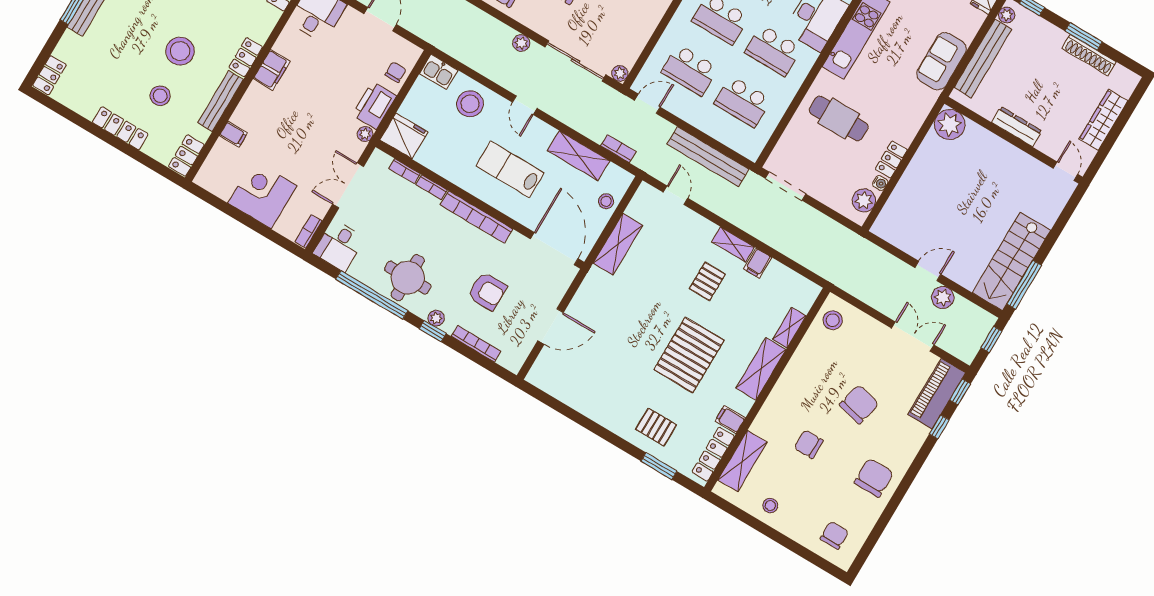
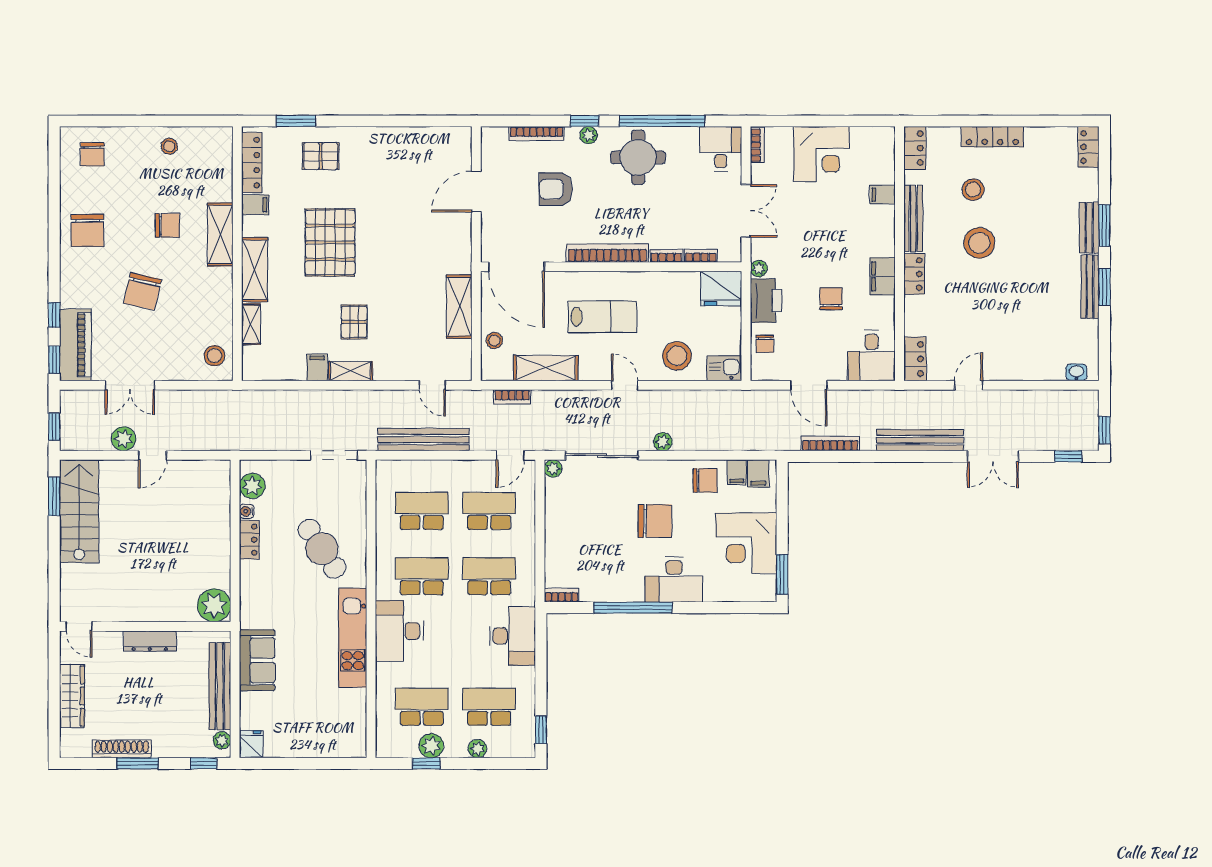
chair: (322, 77) -> (831, 299), added
cafe table: (839, 119) -> (322, 549), turned 56
window: (1024, 285) -> (54, 496), width x0.69
shelving: (742, 461) -> (220, 234), moved

